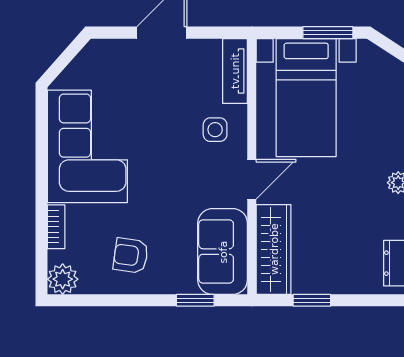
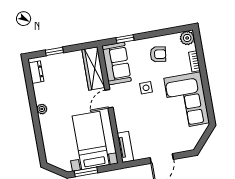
side table: (215, 130) -> (146, 88), moved
window: (312, 300) -> (54, 51), moved

